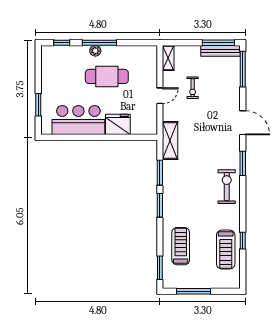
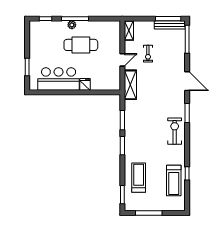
fridge: (118, 124) -> (85, 84), width x0.53, depth x0.75
shelving: (170, 141) -> (130, 85), moved

